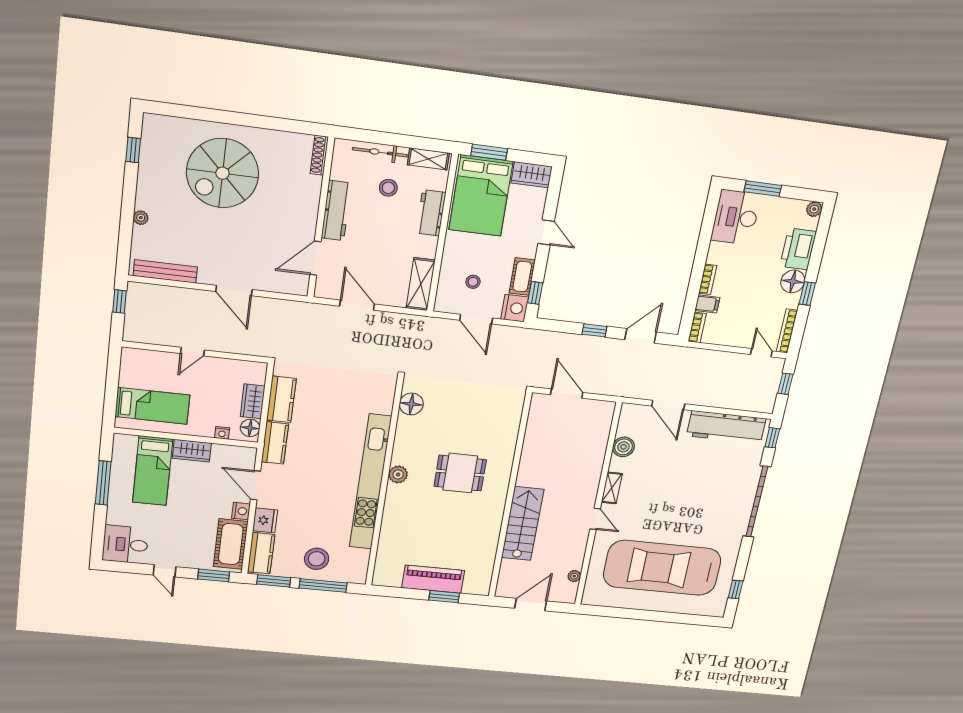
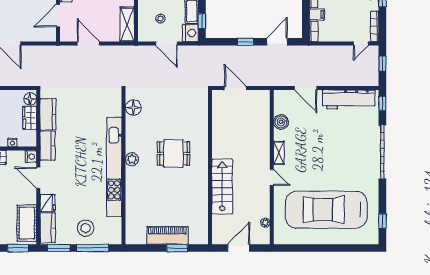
door: (761, 353) -> (361, 44), swing flipped
floor lamp: (250, 428) -> (30, 99), moved
nightstand: (241, 511) -> (31, 156), moved

